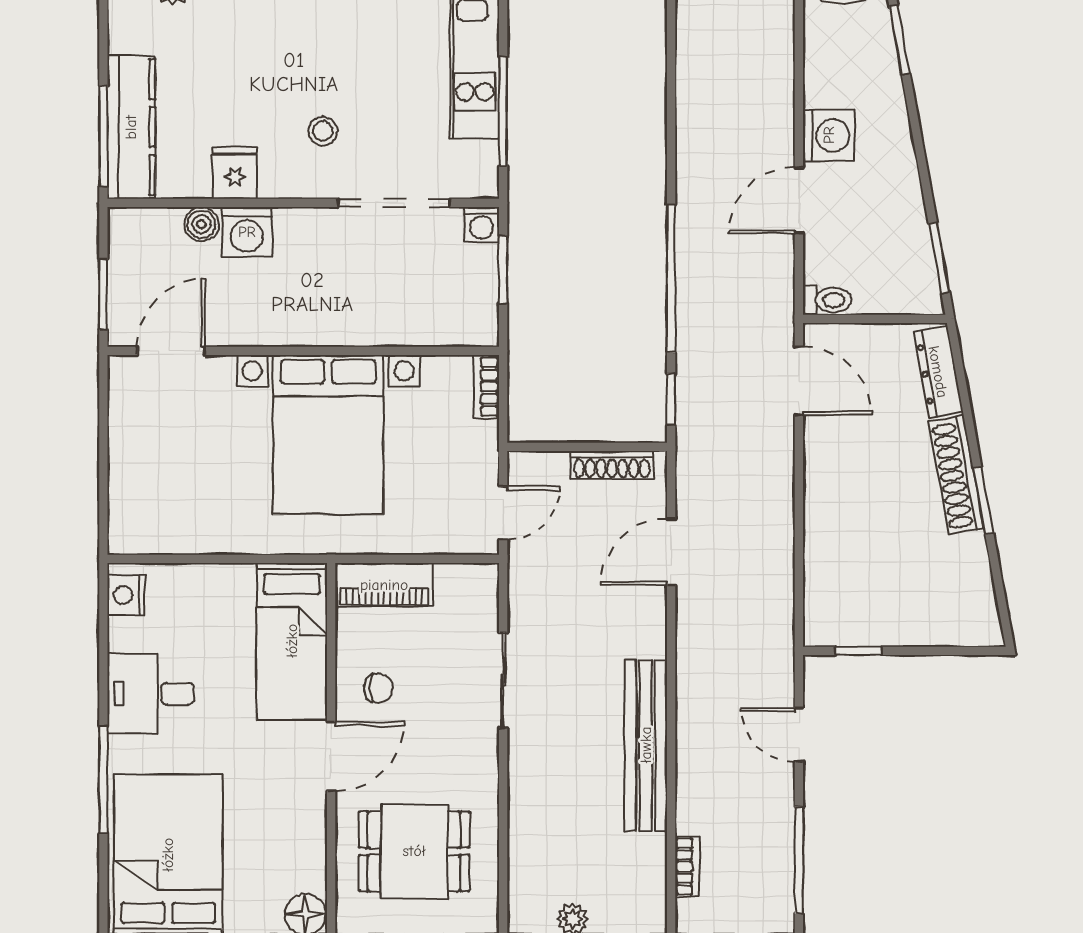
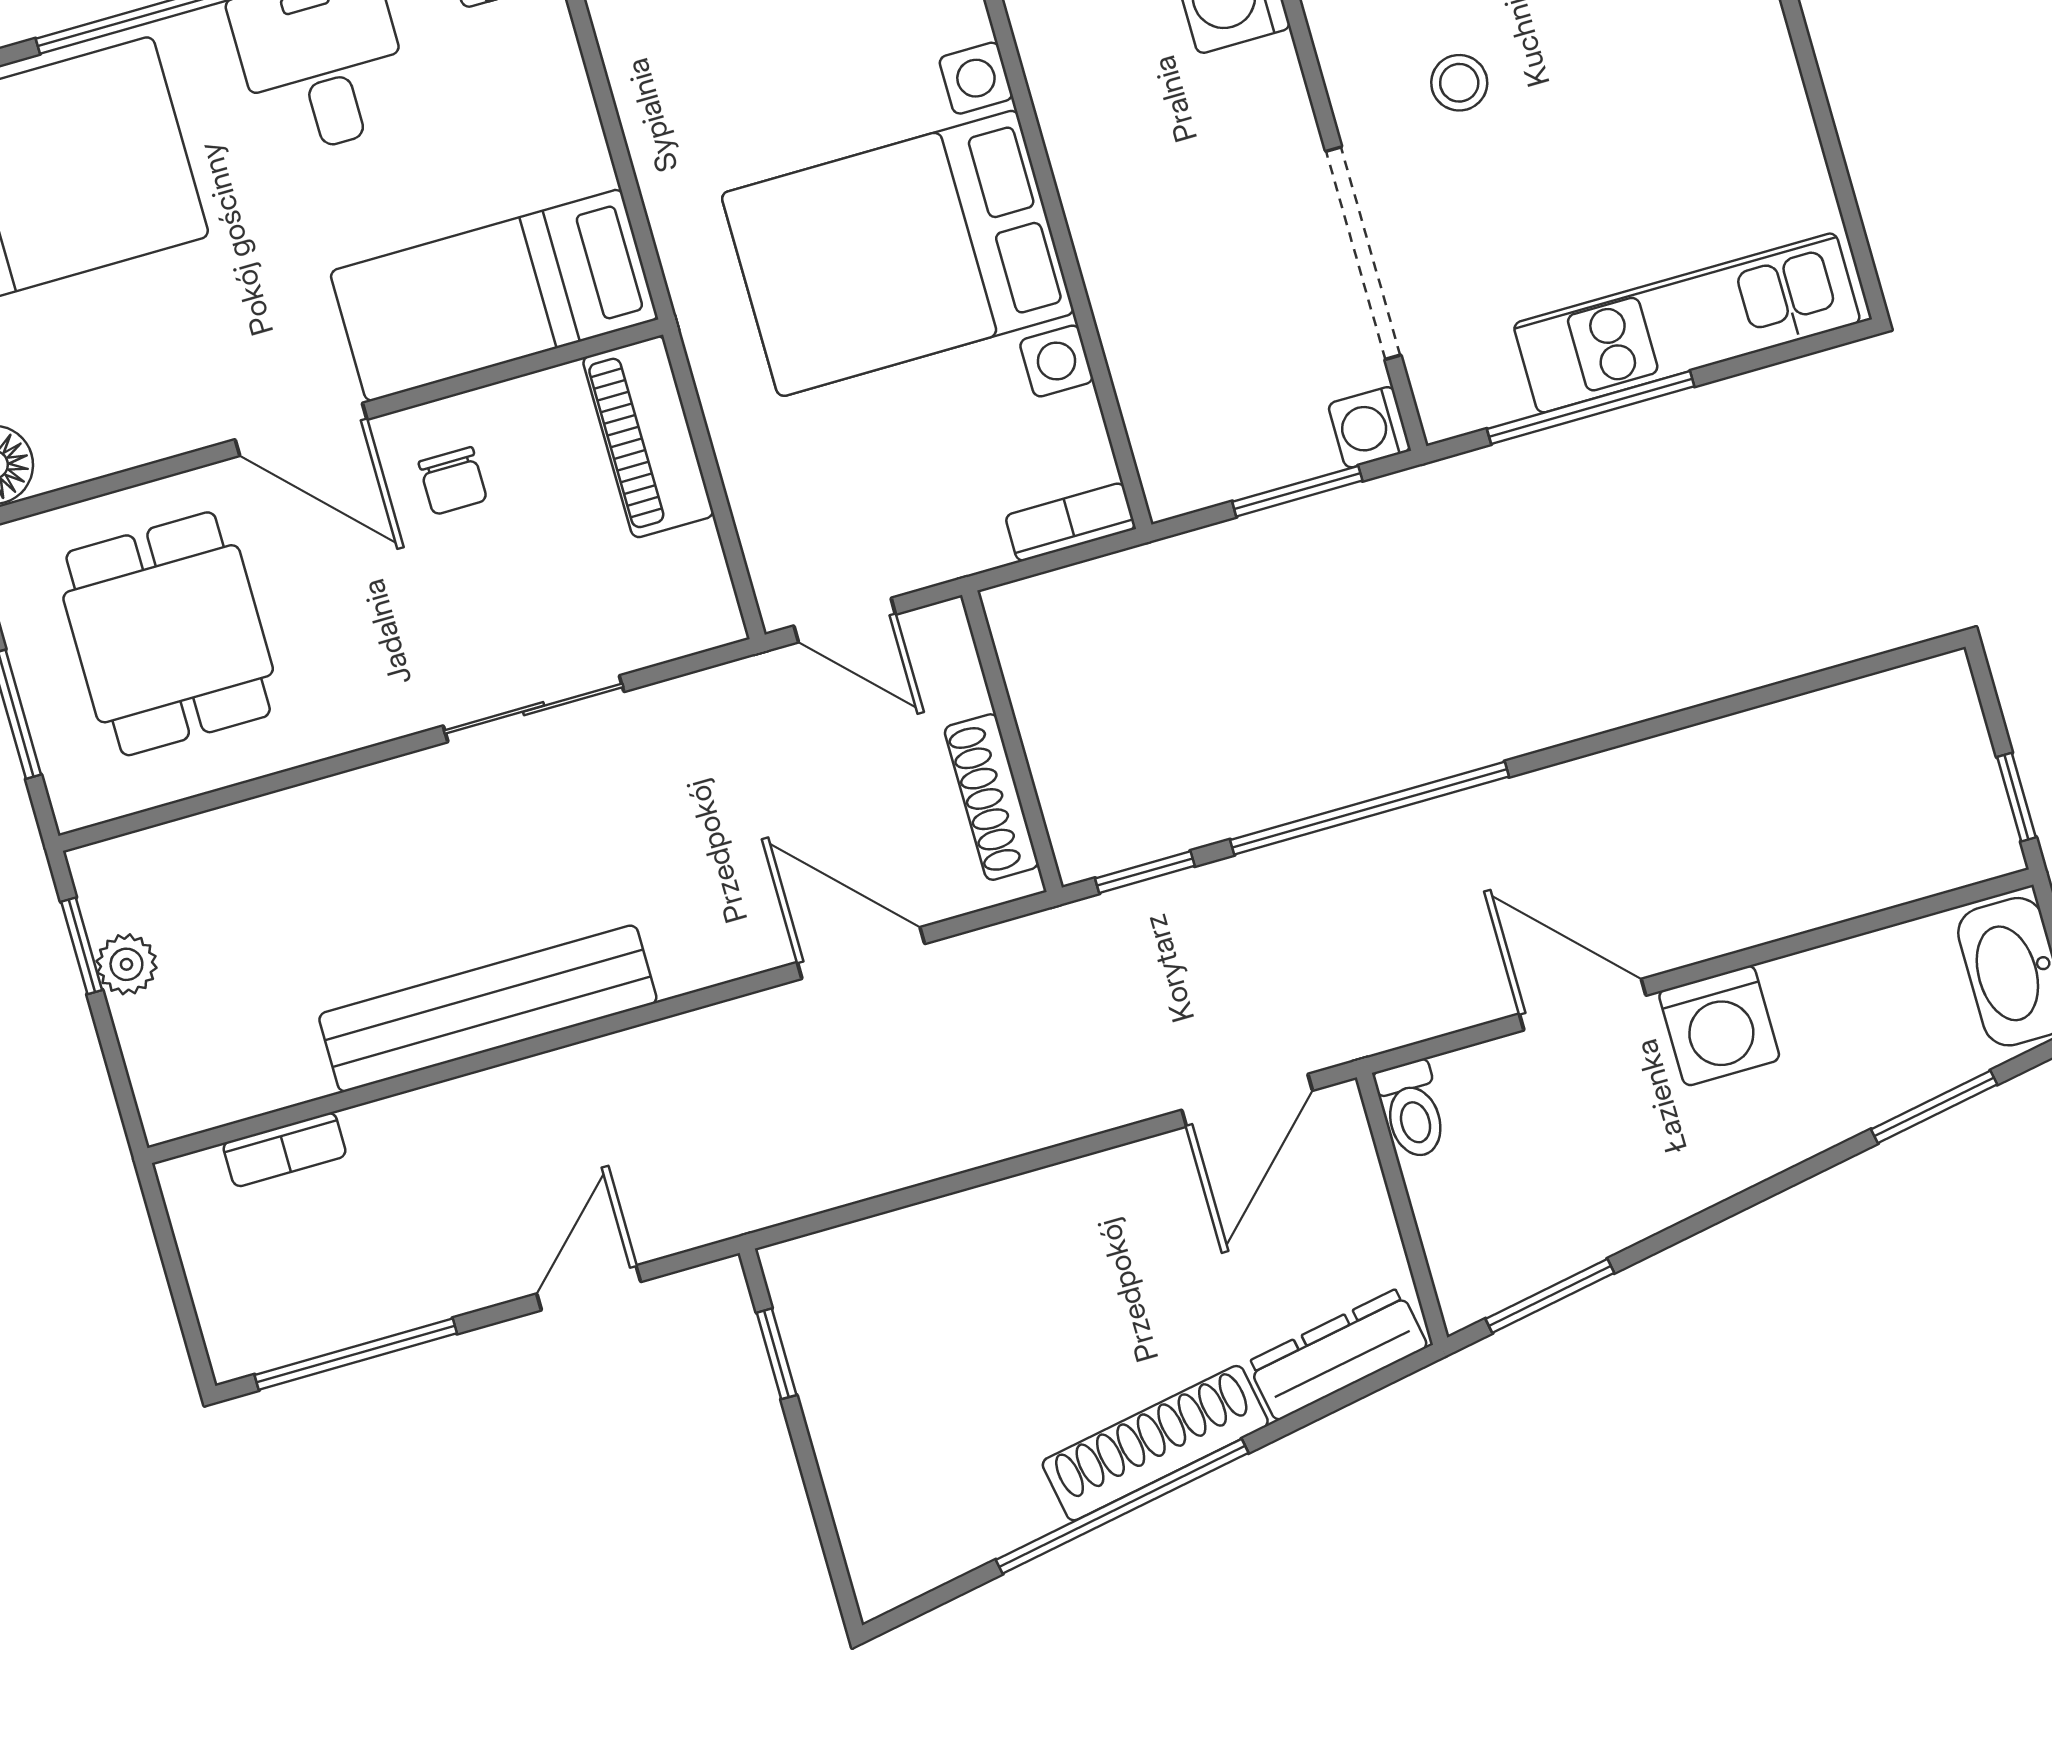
window: (983, 501) -> (1122, 1506), width x2.11

